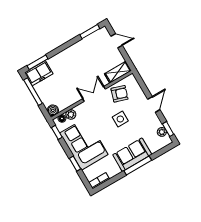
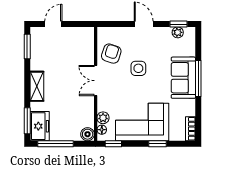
shelving: (118, 72) -> (37, 86), moved

